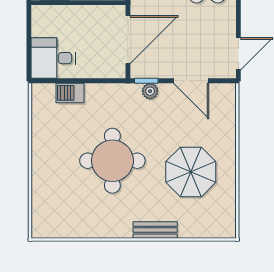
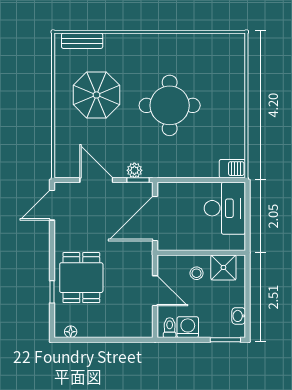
desk: (53, 58) -> (225, 208), width x1.37
barbecue: (70, 93) -> (232, 169), moved
bench: (155, 230) -> (82, 41), moved

